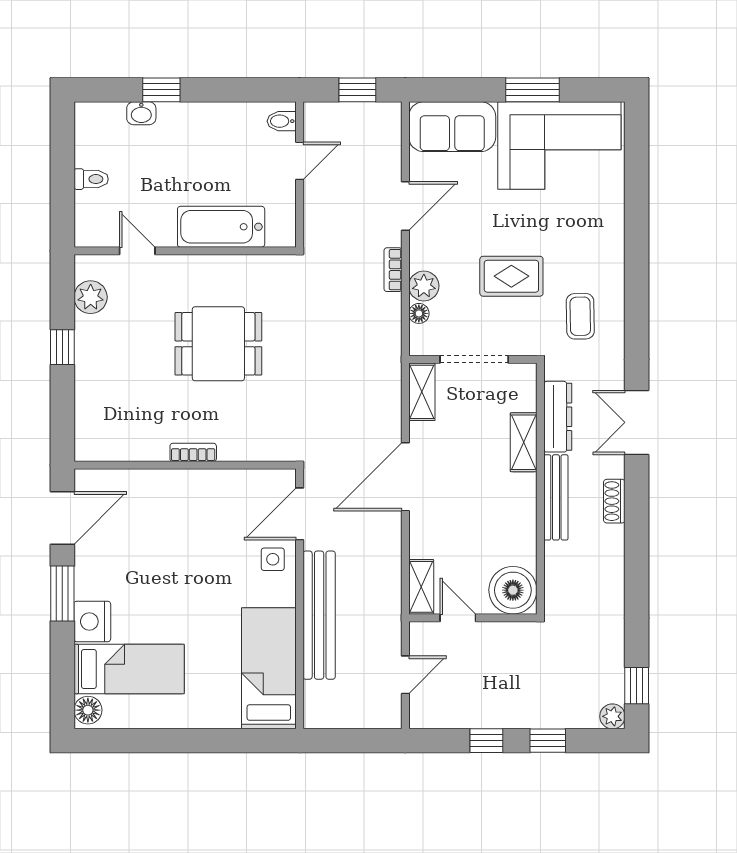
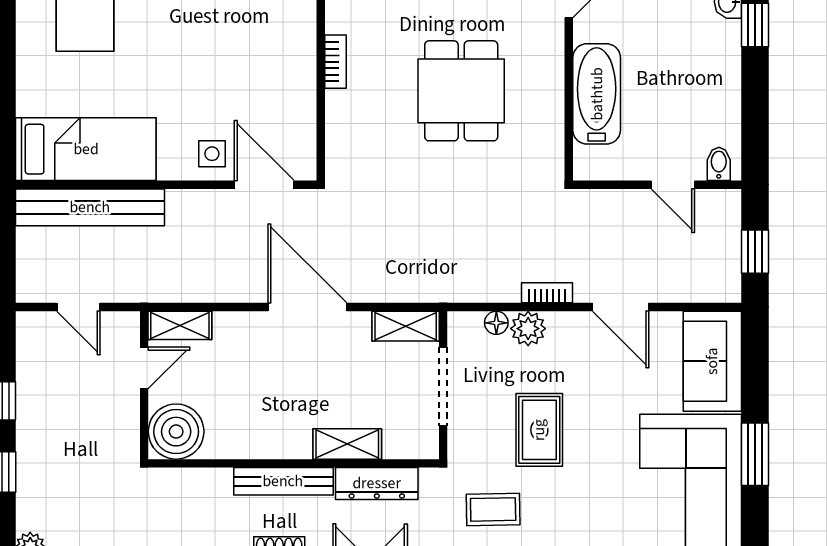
bench: (319, 615) -> (90, 207), moved

